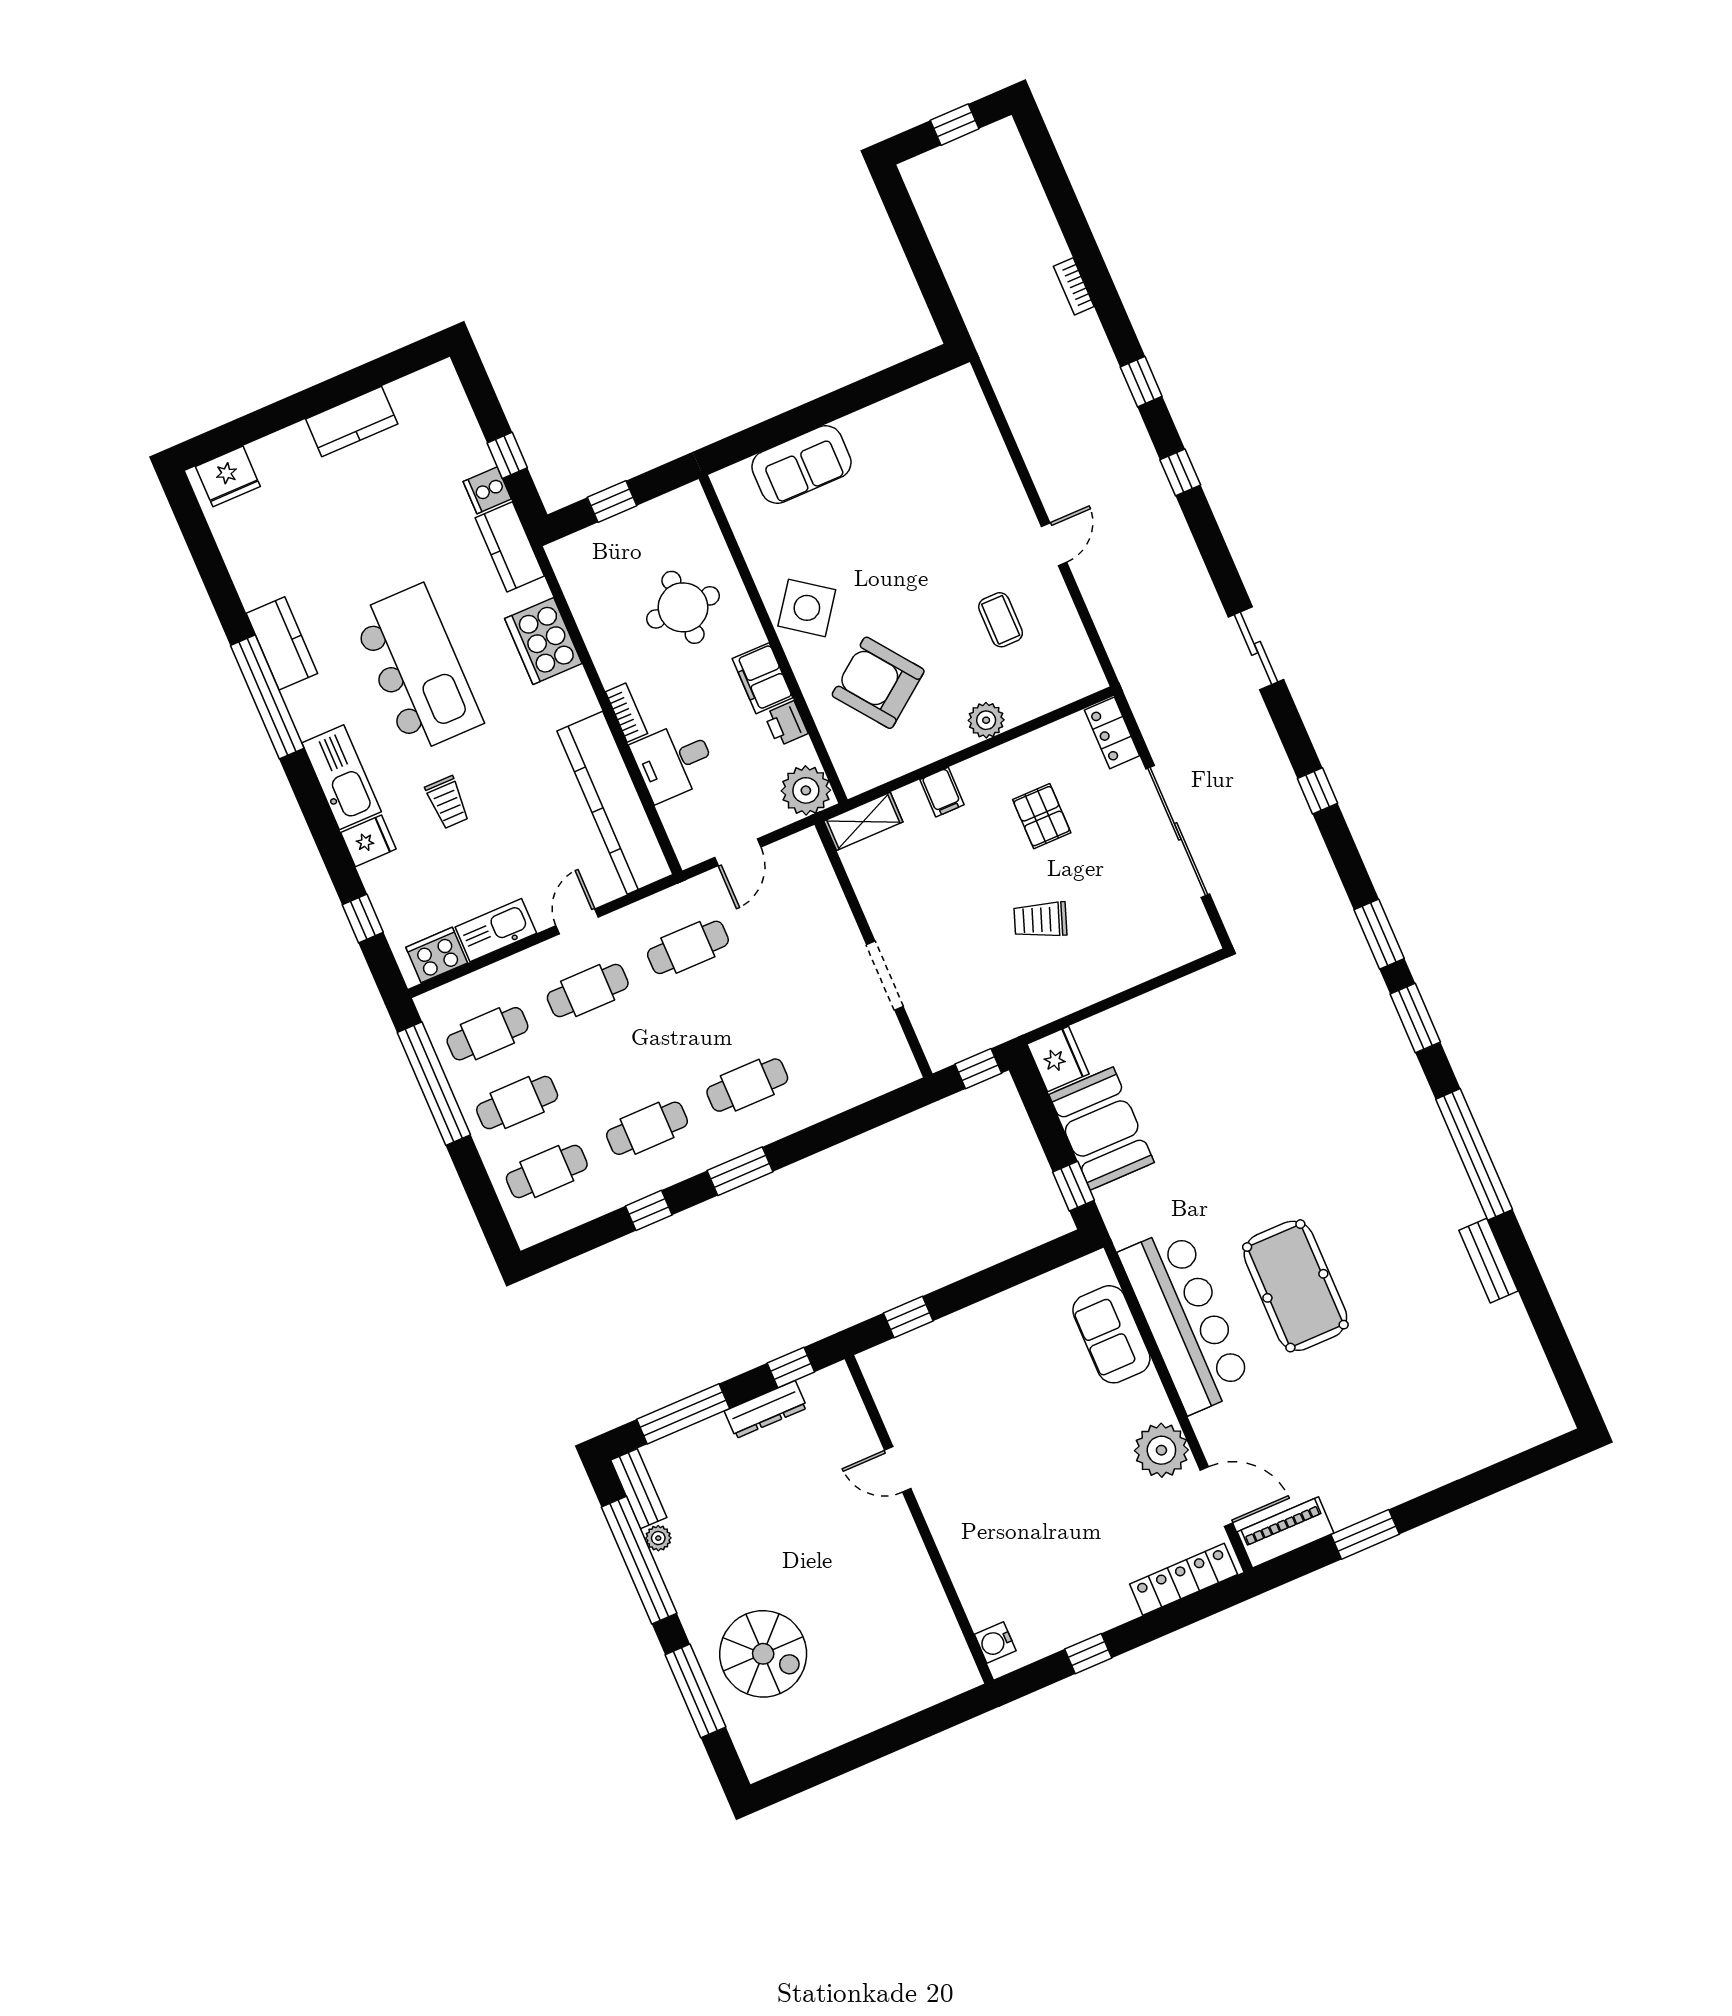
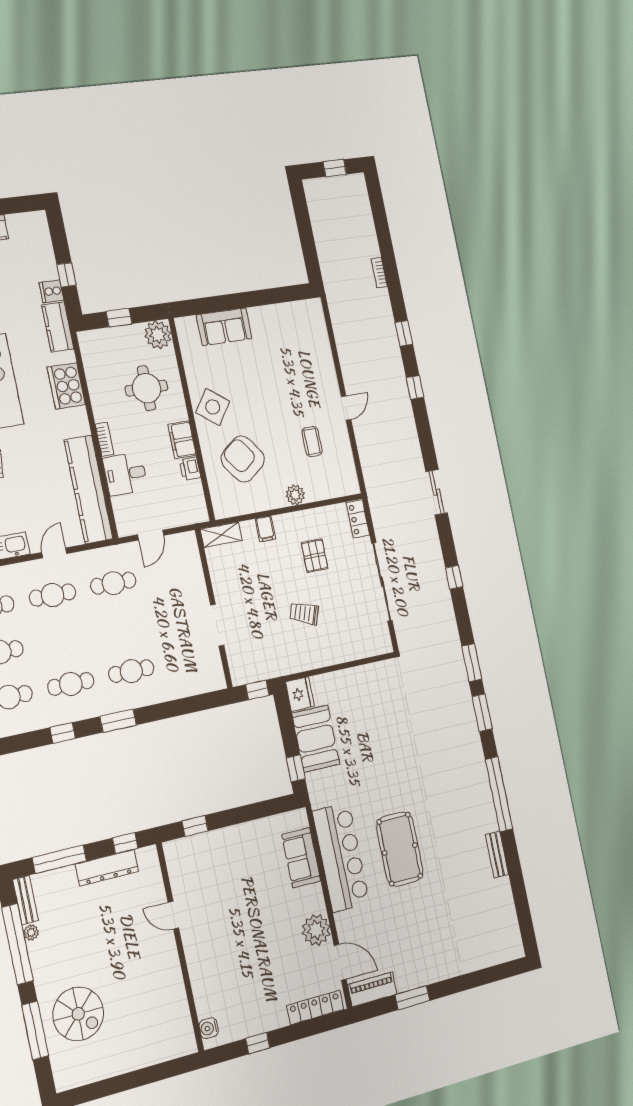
plant: (806, 790) -> (158, 335), moved
dresser: (766, 1410) -> (107, 868), width x1.37, depth x1.24

